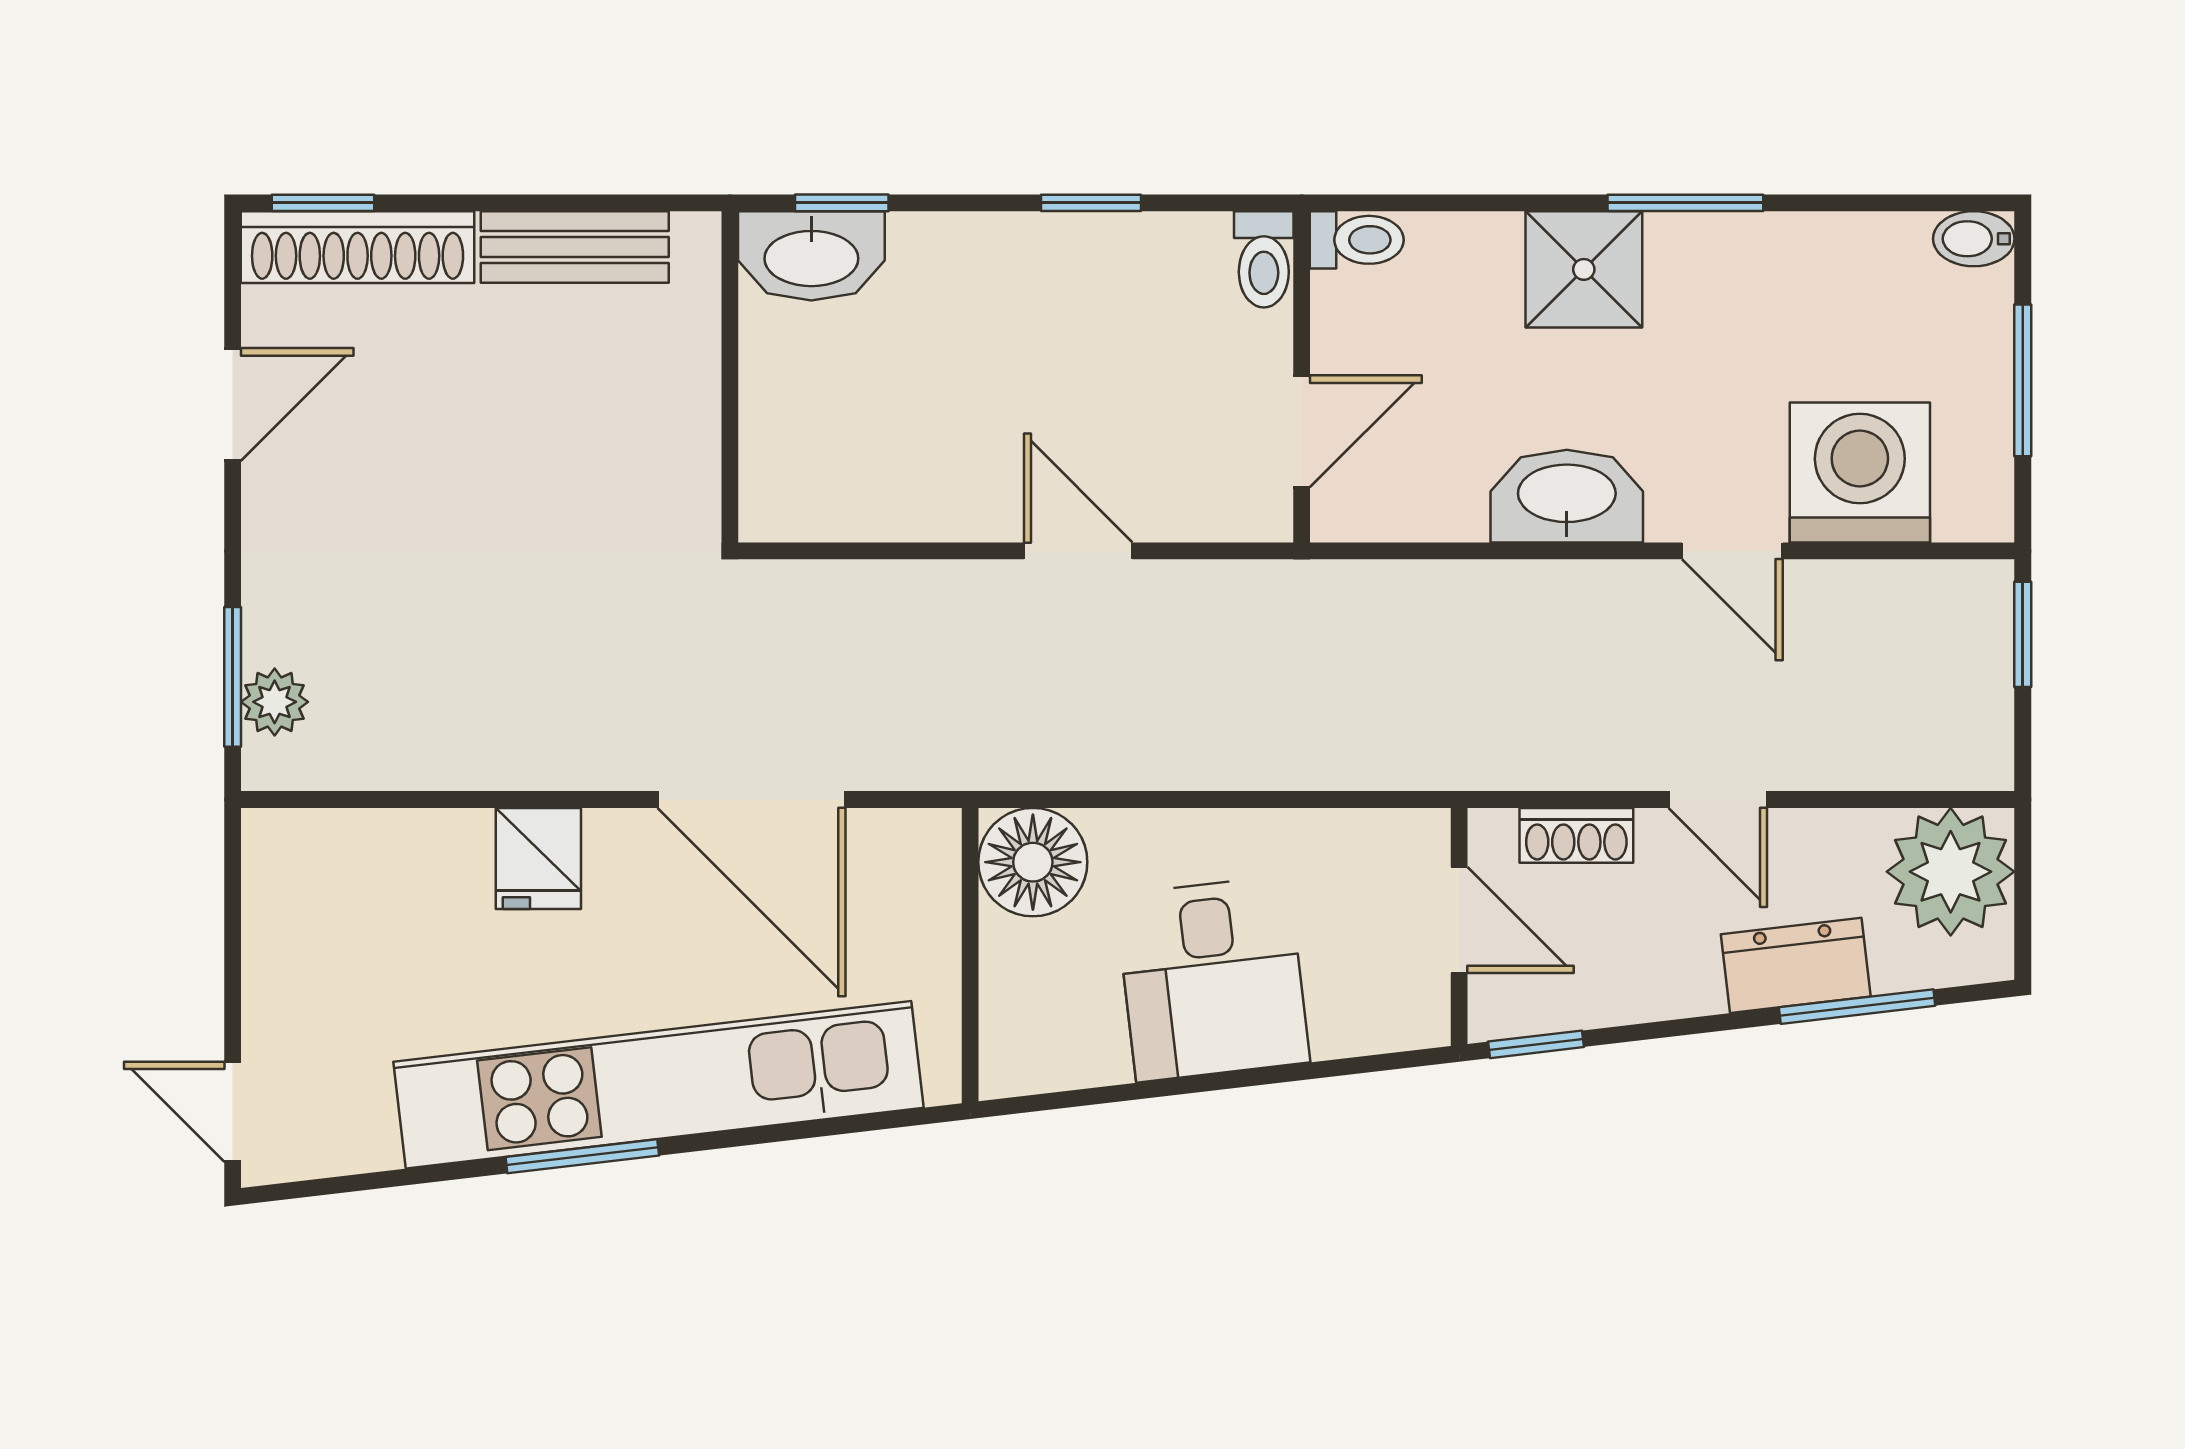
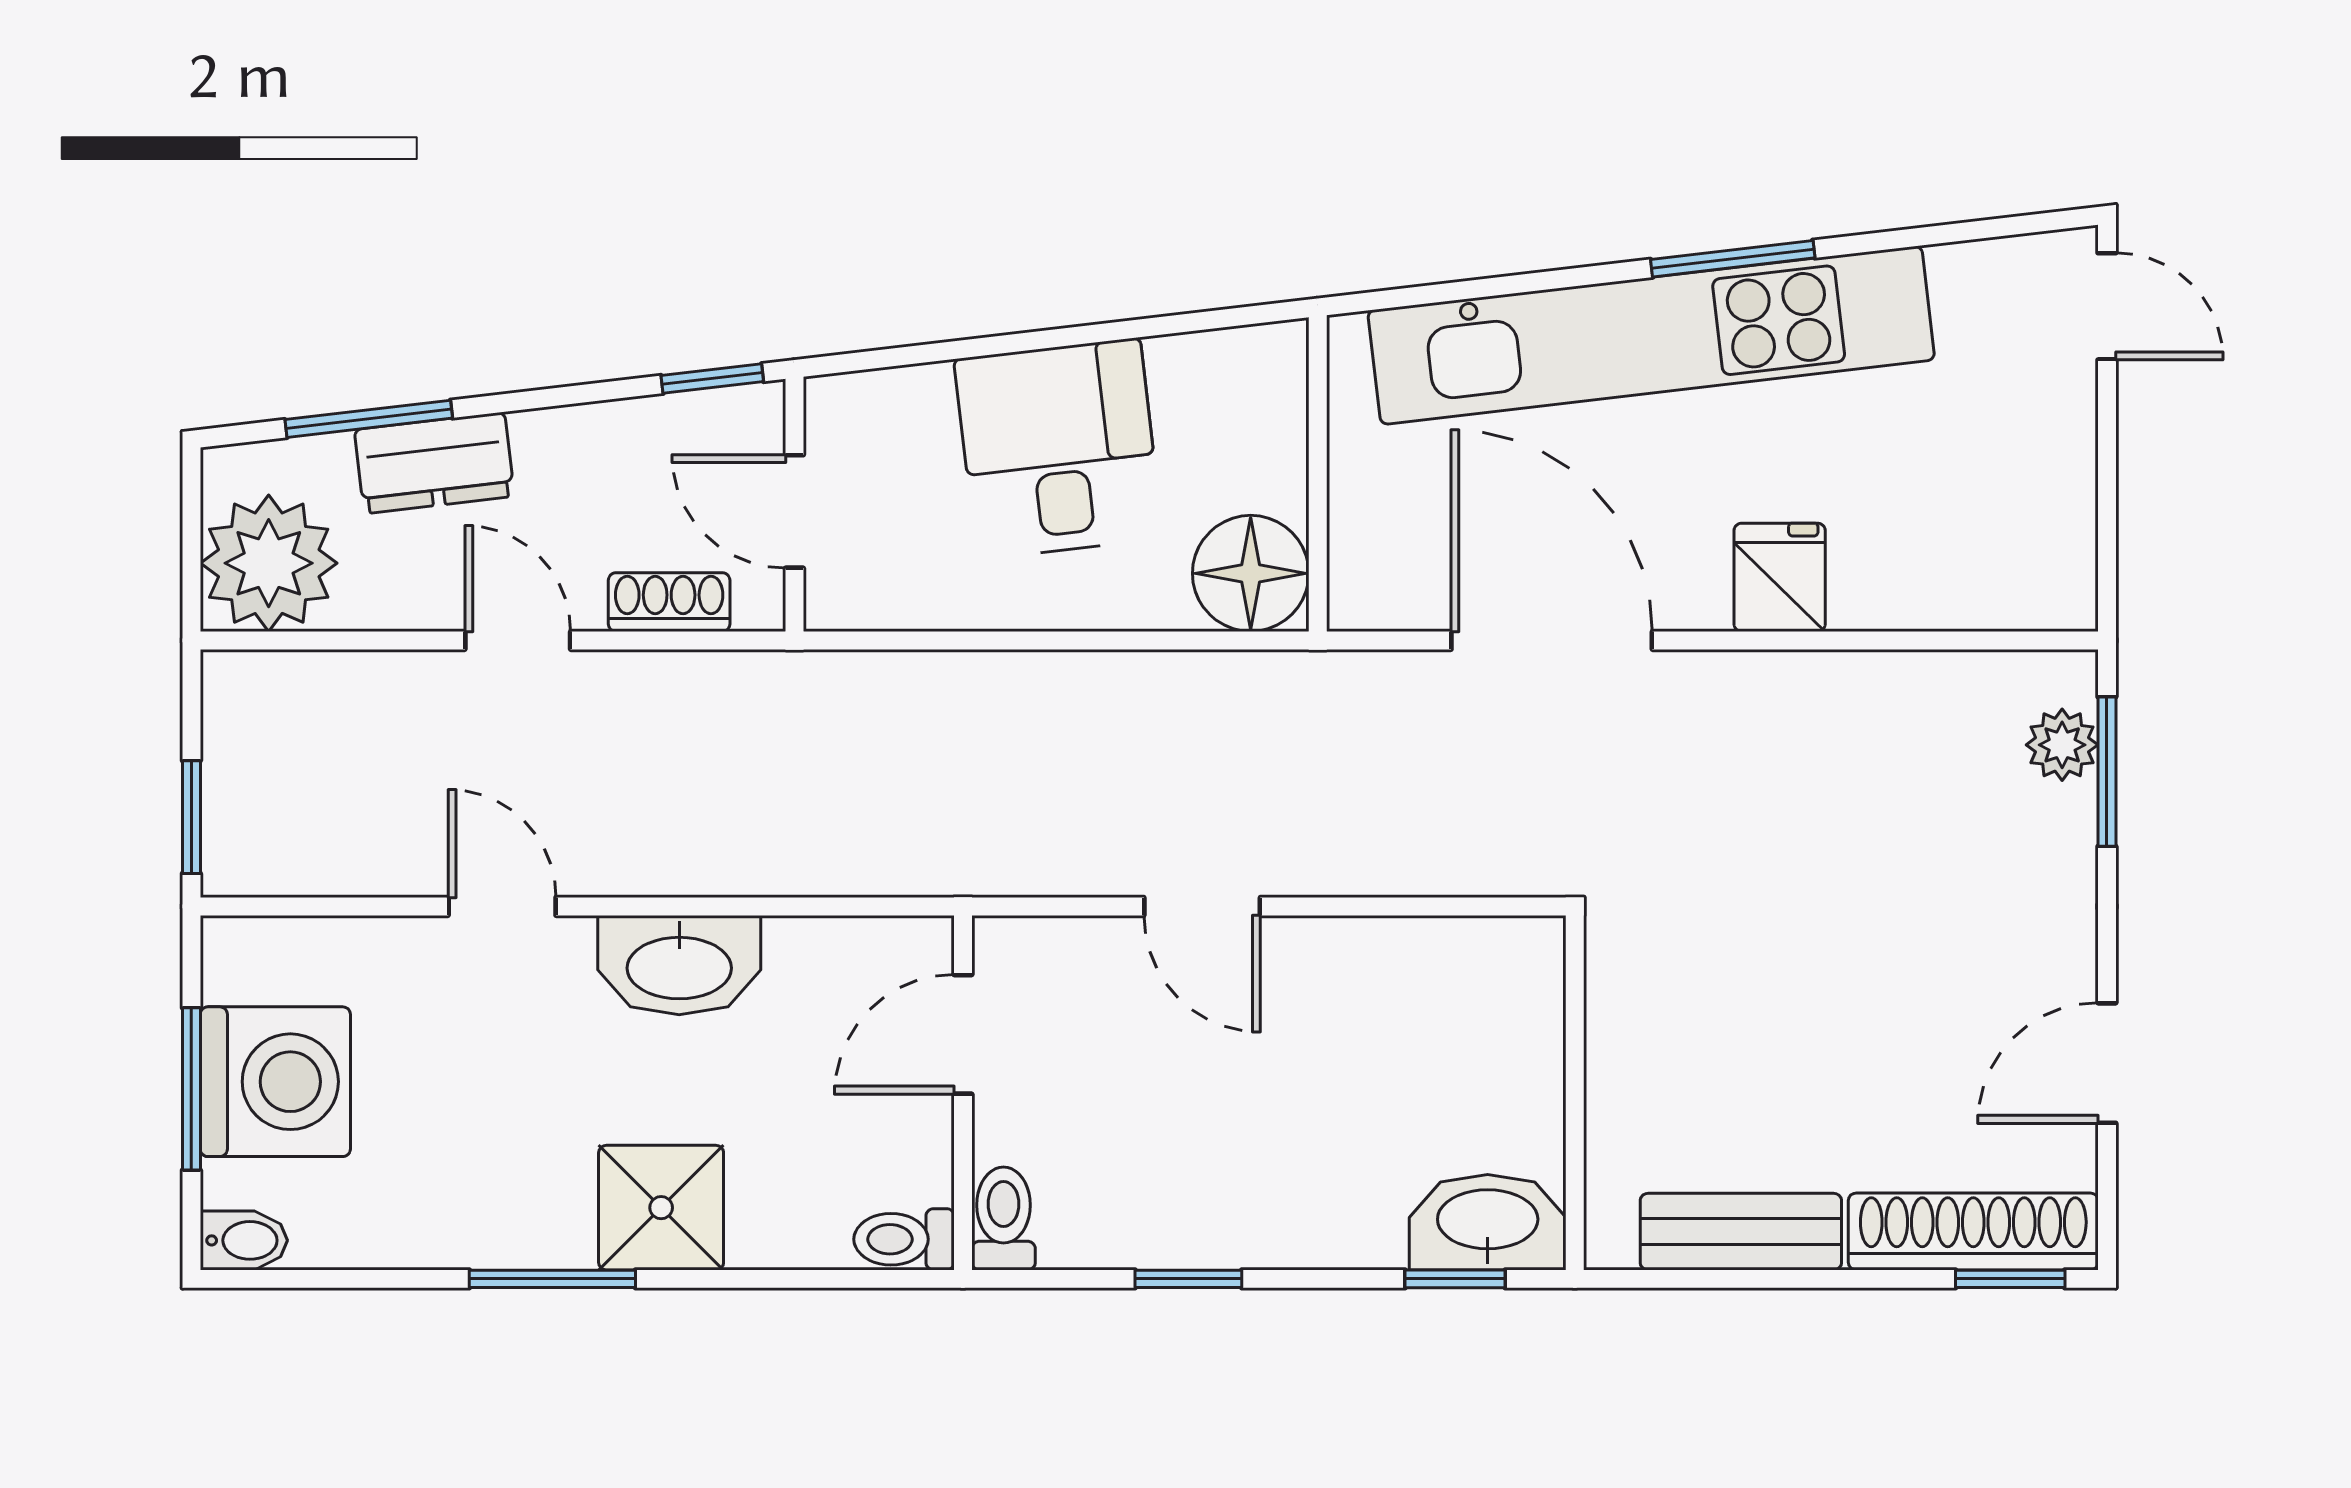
washing machine: (1860, 473) -> (275, 1082), moved, turned -90

